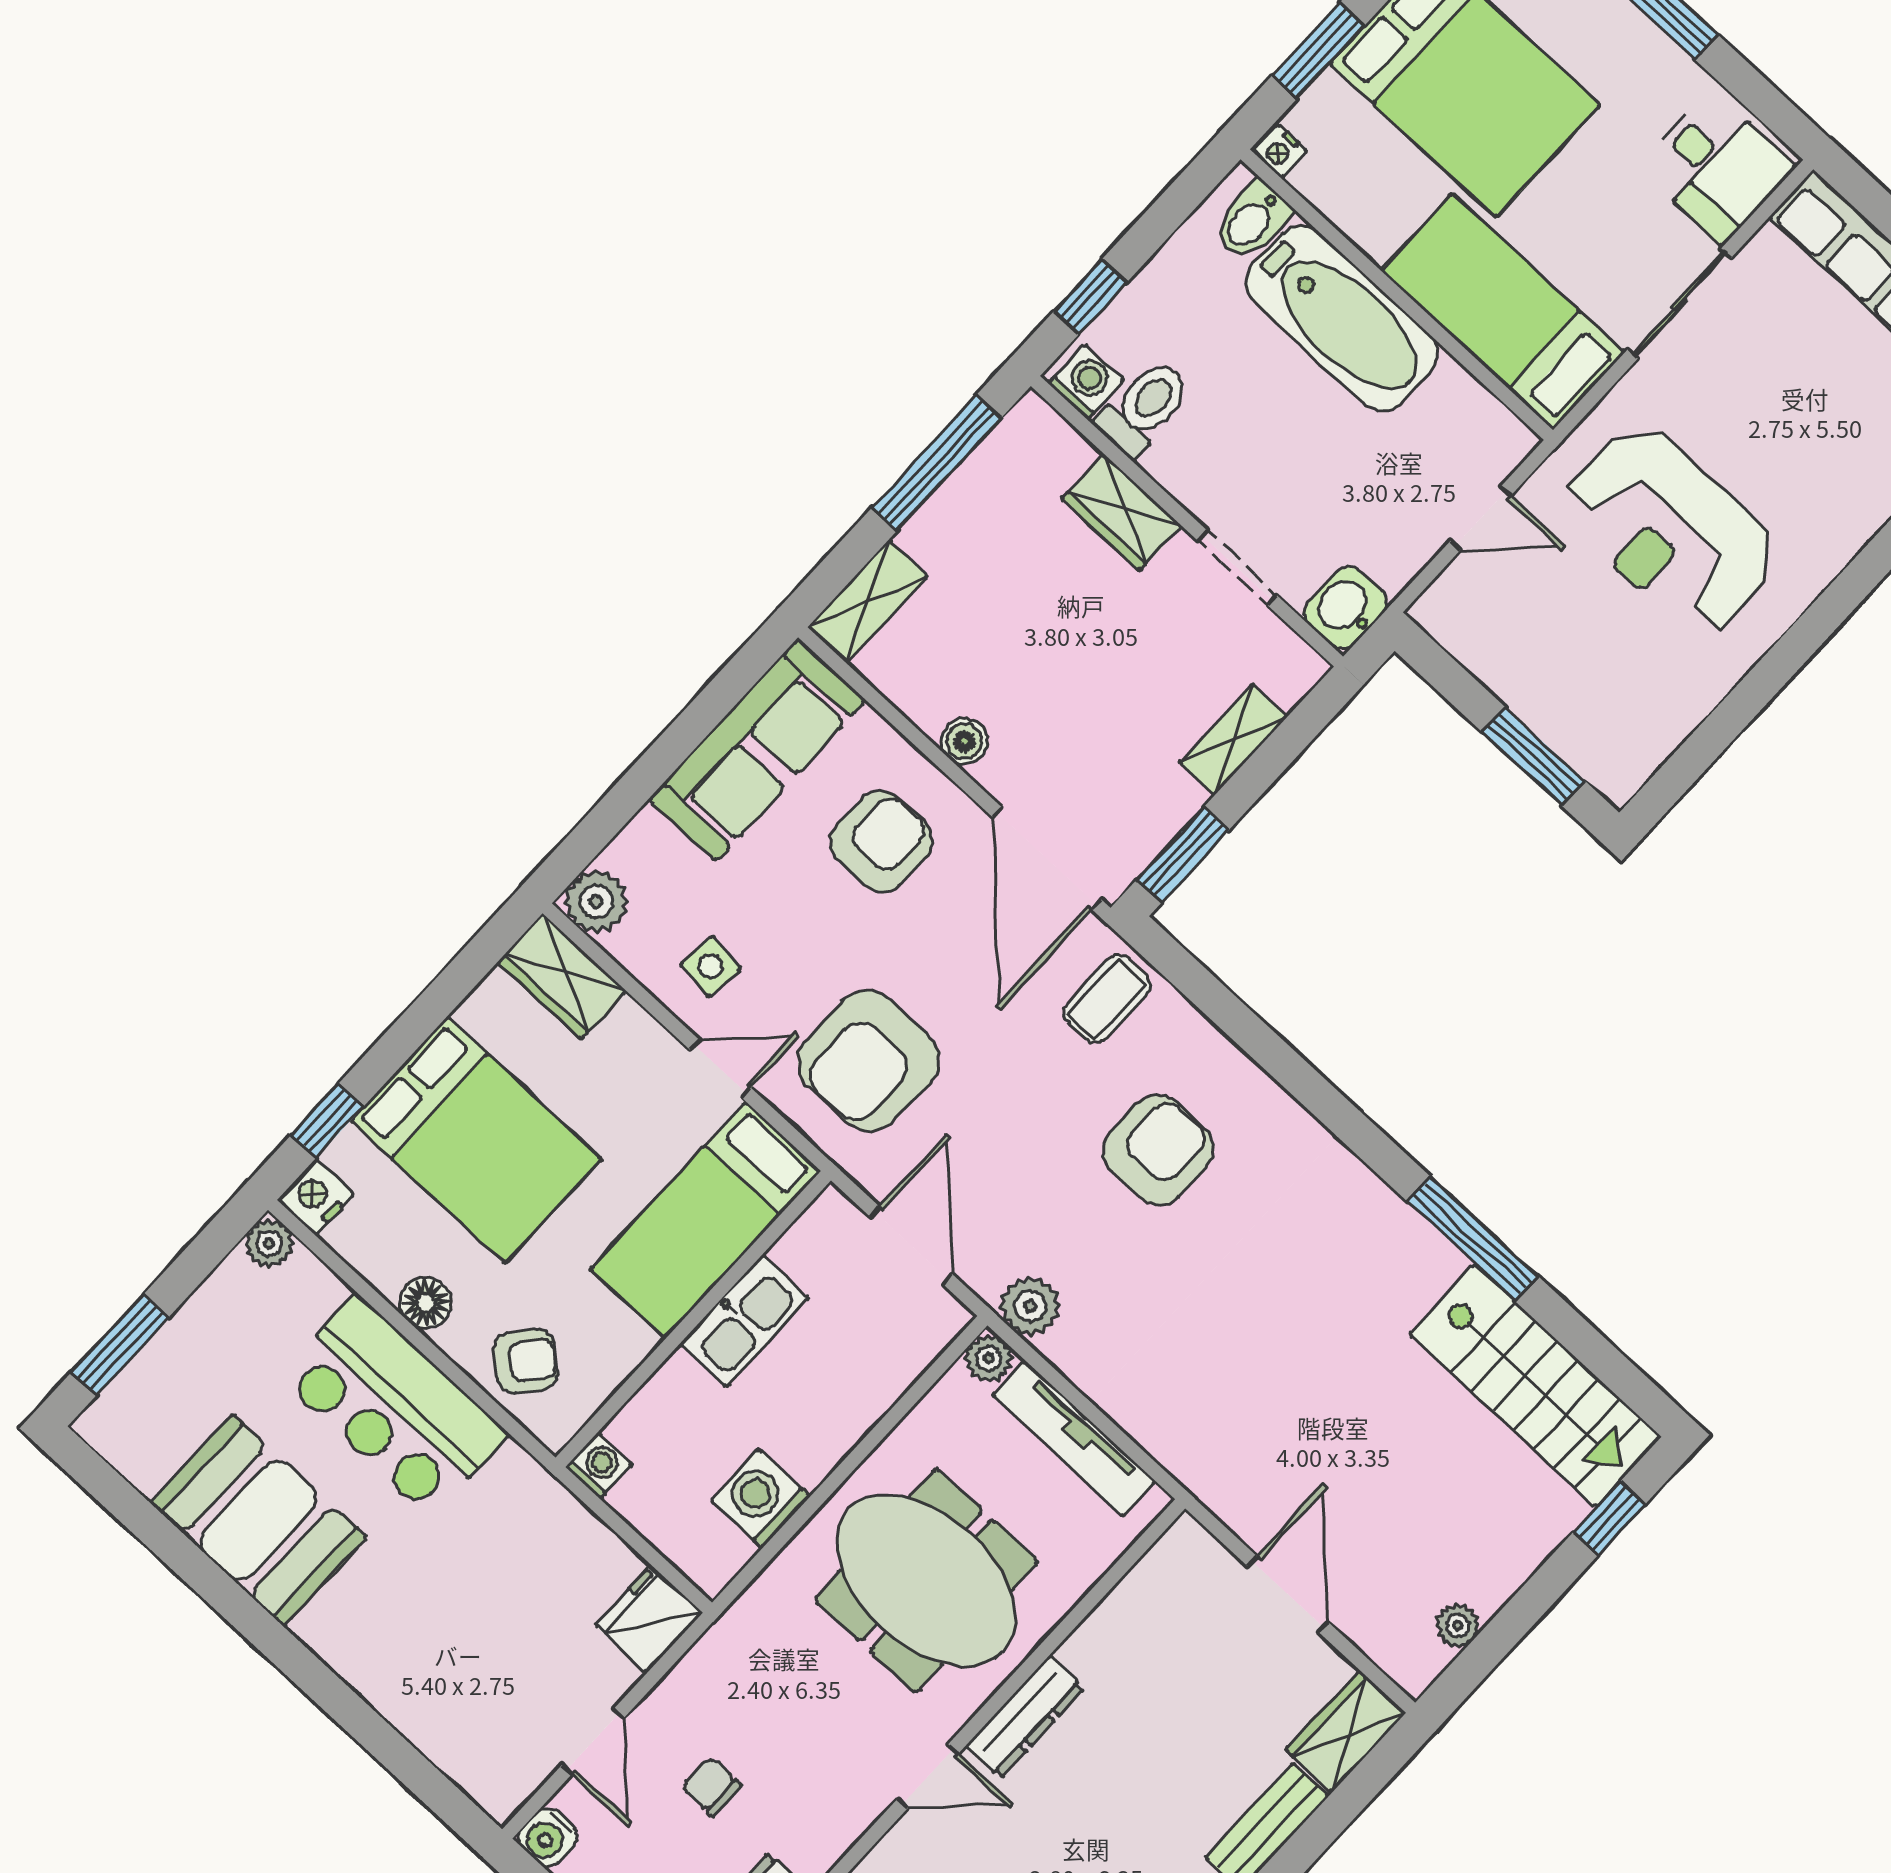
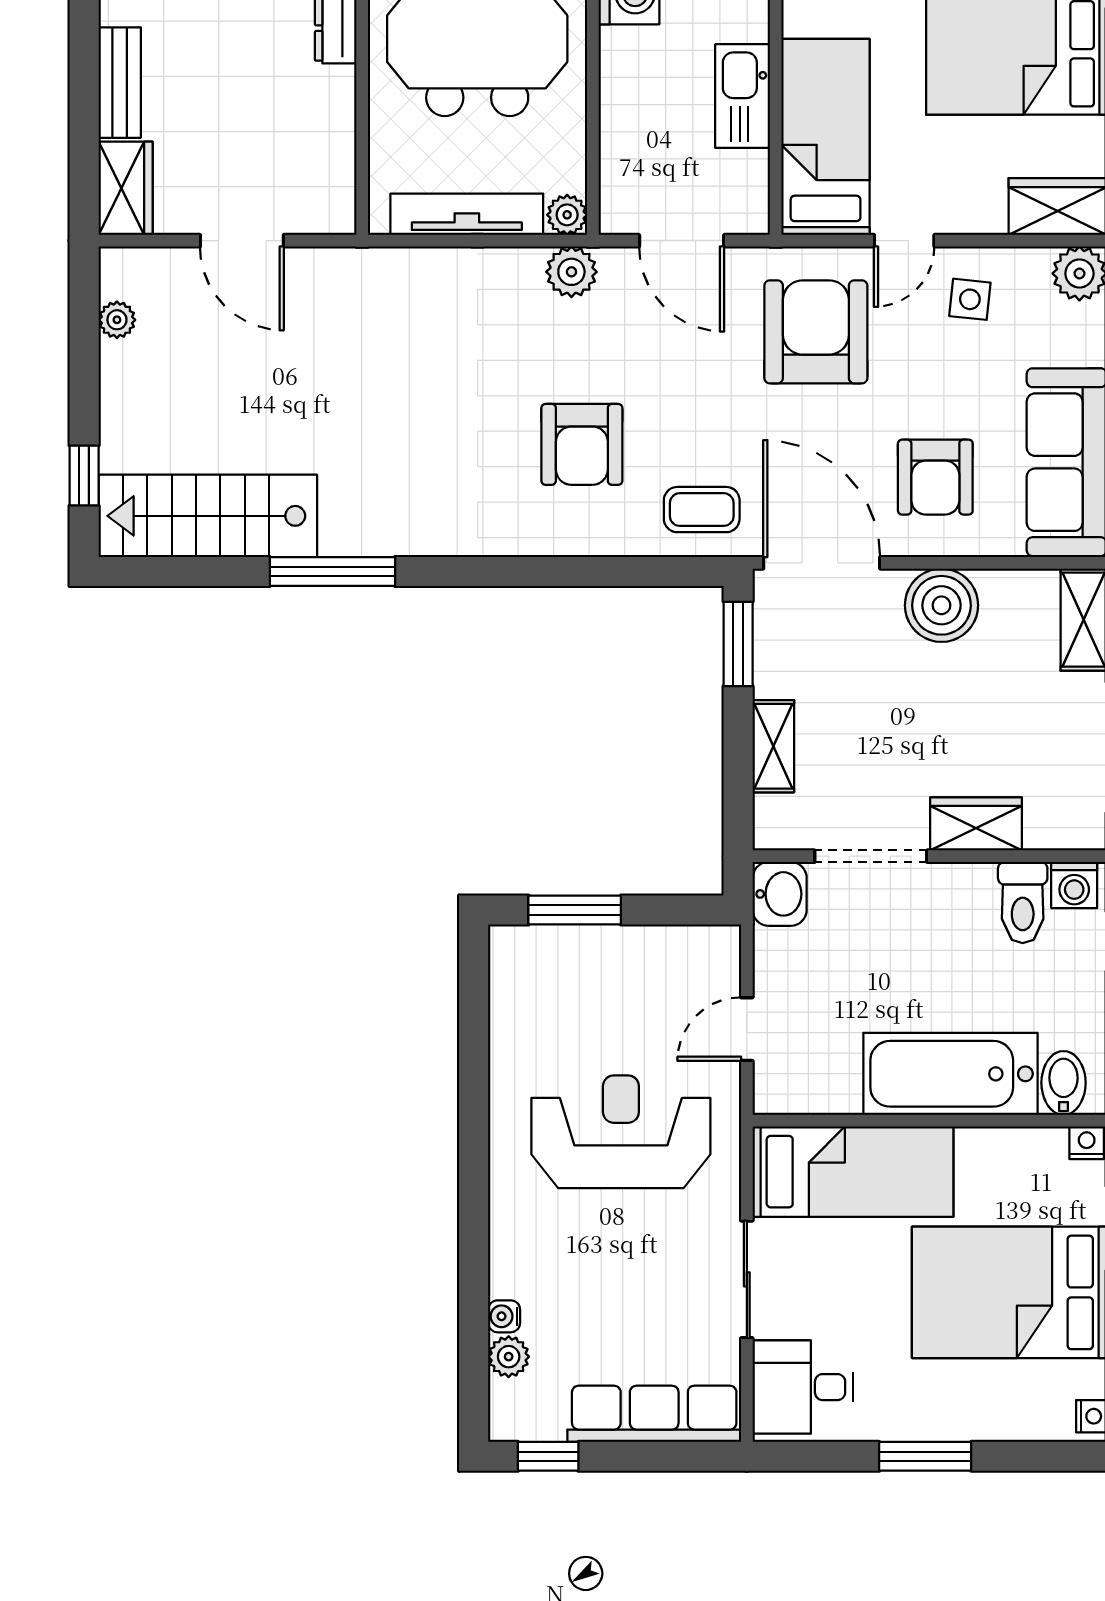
doorway: (1237, 568) -> (871, 856), width x1.38
boiler: (964, 741) -> (941, 605), width x1.86, depth x1.86
coffee table: (1107, 999) -> (702, 510), turned 90

